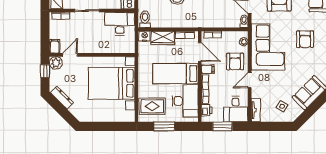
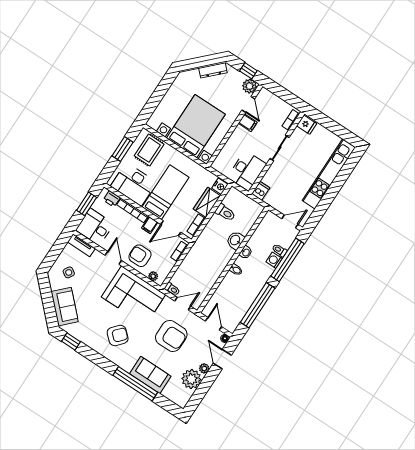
toilet: (145, 19) -> (225, 213), moved
armchair: (305, 39) -> (118, 336), turned 132
filing cabinet: (55, 46) -> (248, 123), moved

